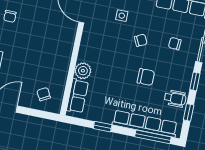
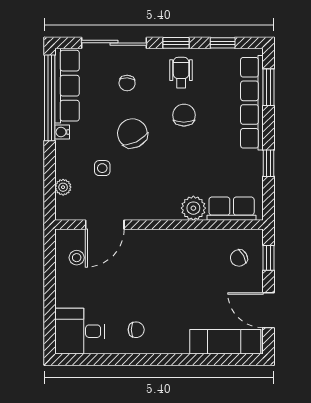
chair: (141, 40) -> (132, 133), width x1.87, depth x1.87
wheelchair: (175, 98) -> (181, 73), moved
window: (40, 114) -> (268, 258), added
window: (153, 137) -> (268, 87), width x0.69

